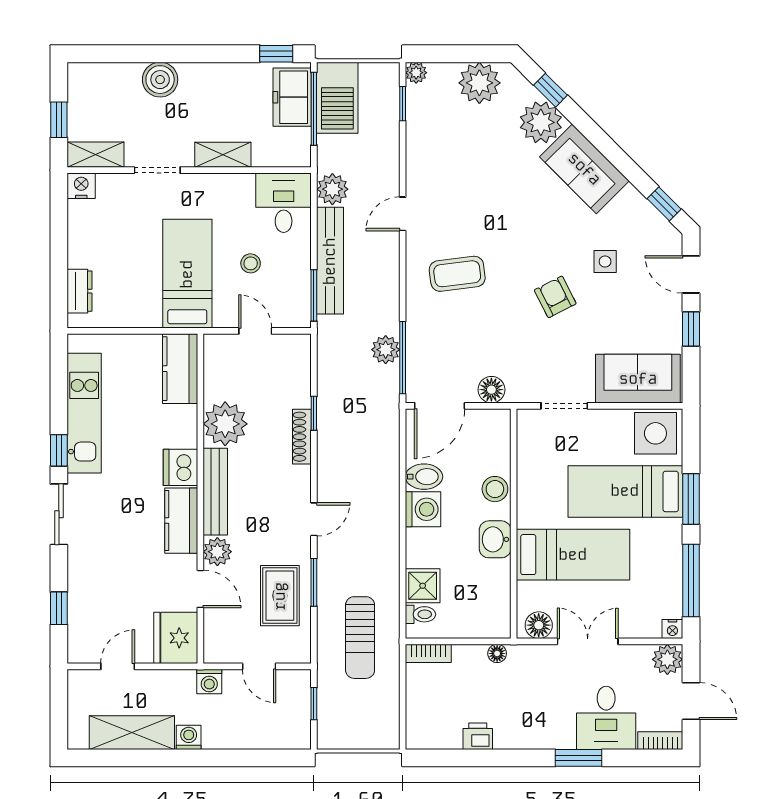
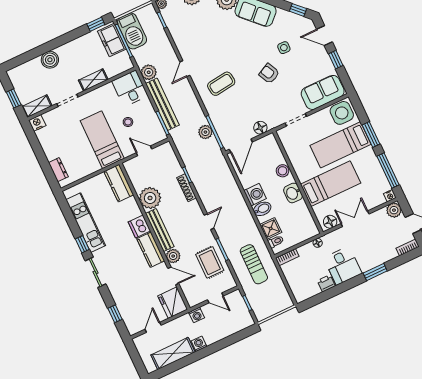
bidet: (424, 477) -> (262, 209), moved
desk: (606, 718) -> (343, 266), moved

